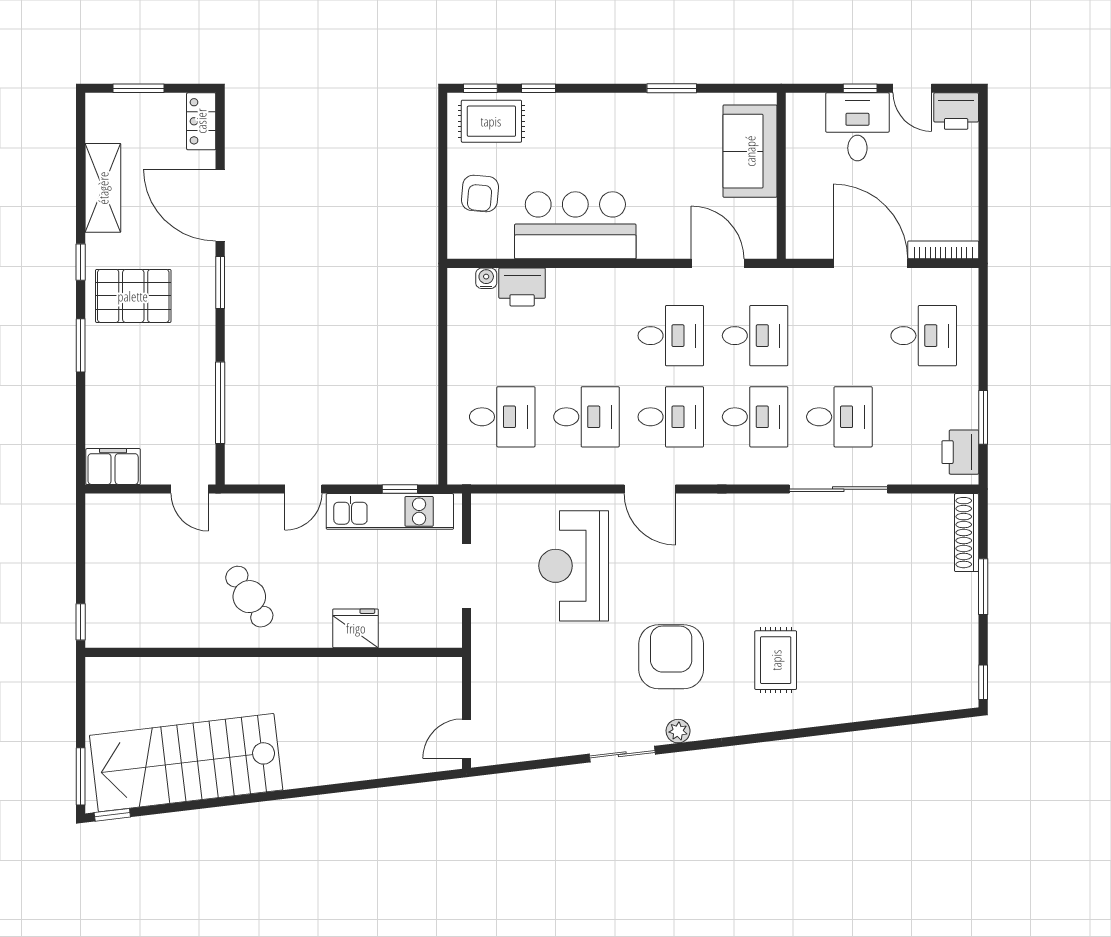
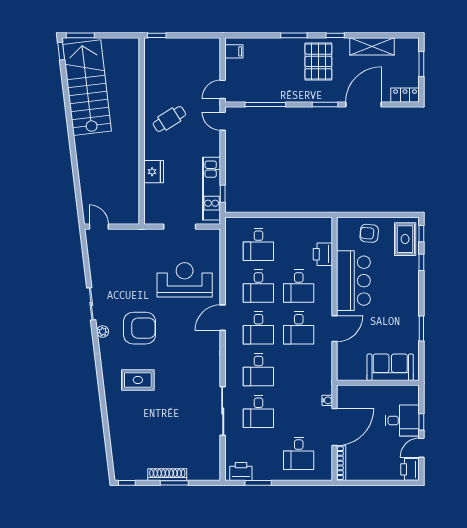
door: (718, 263) -> (335, 329), moved
water cooler: (486, 278) -> (327, 400), moved
desk: (755, 336) -> (299, 286), moved
filing cabinet: (113, 467) -> (234, 51), width x0.50
door: (303, 489) -> (223, 121), moved
shoe rack: (967, 533) -> (167, 475), moved

